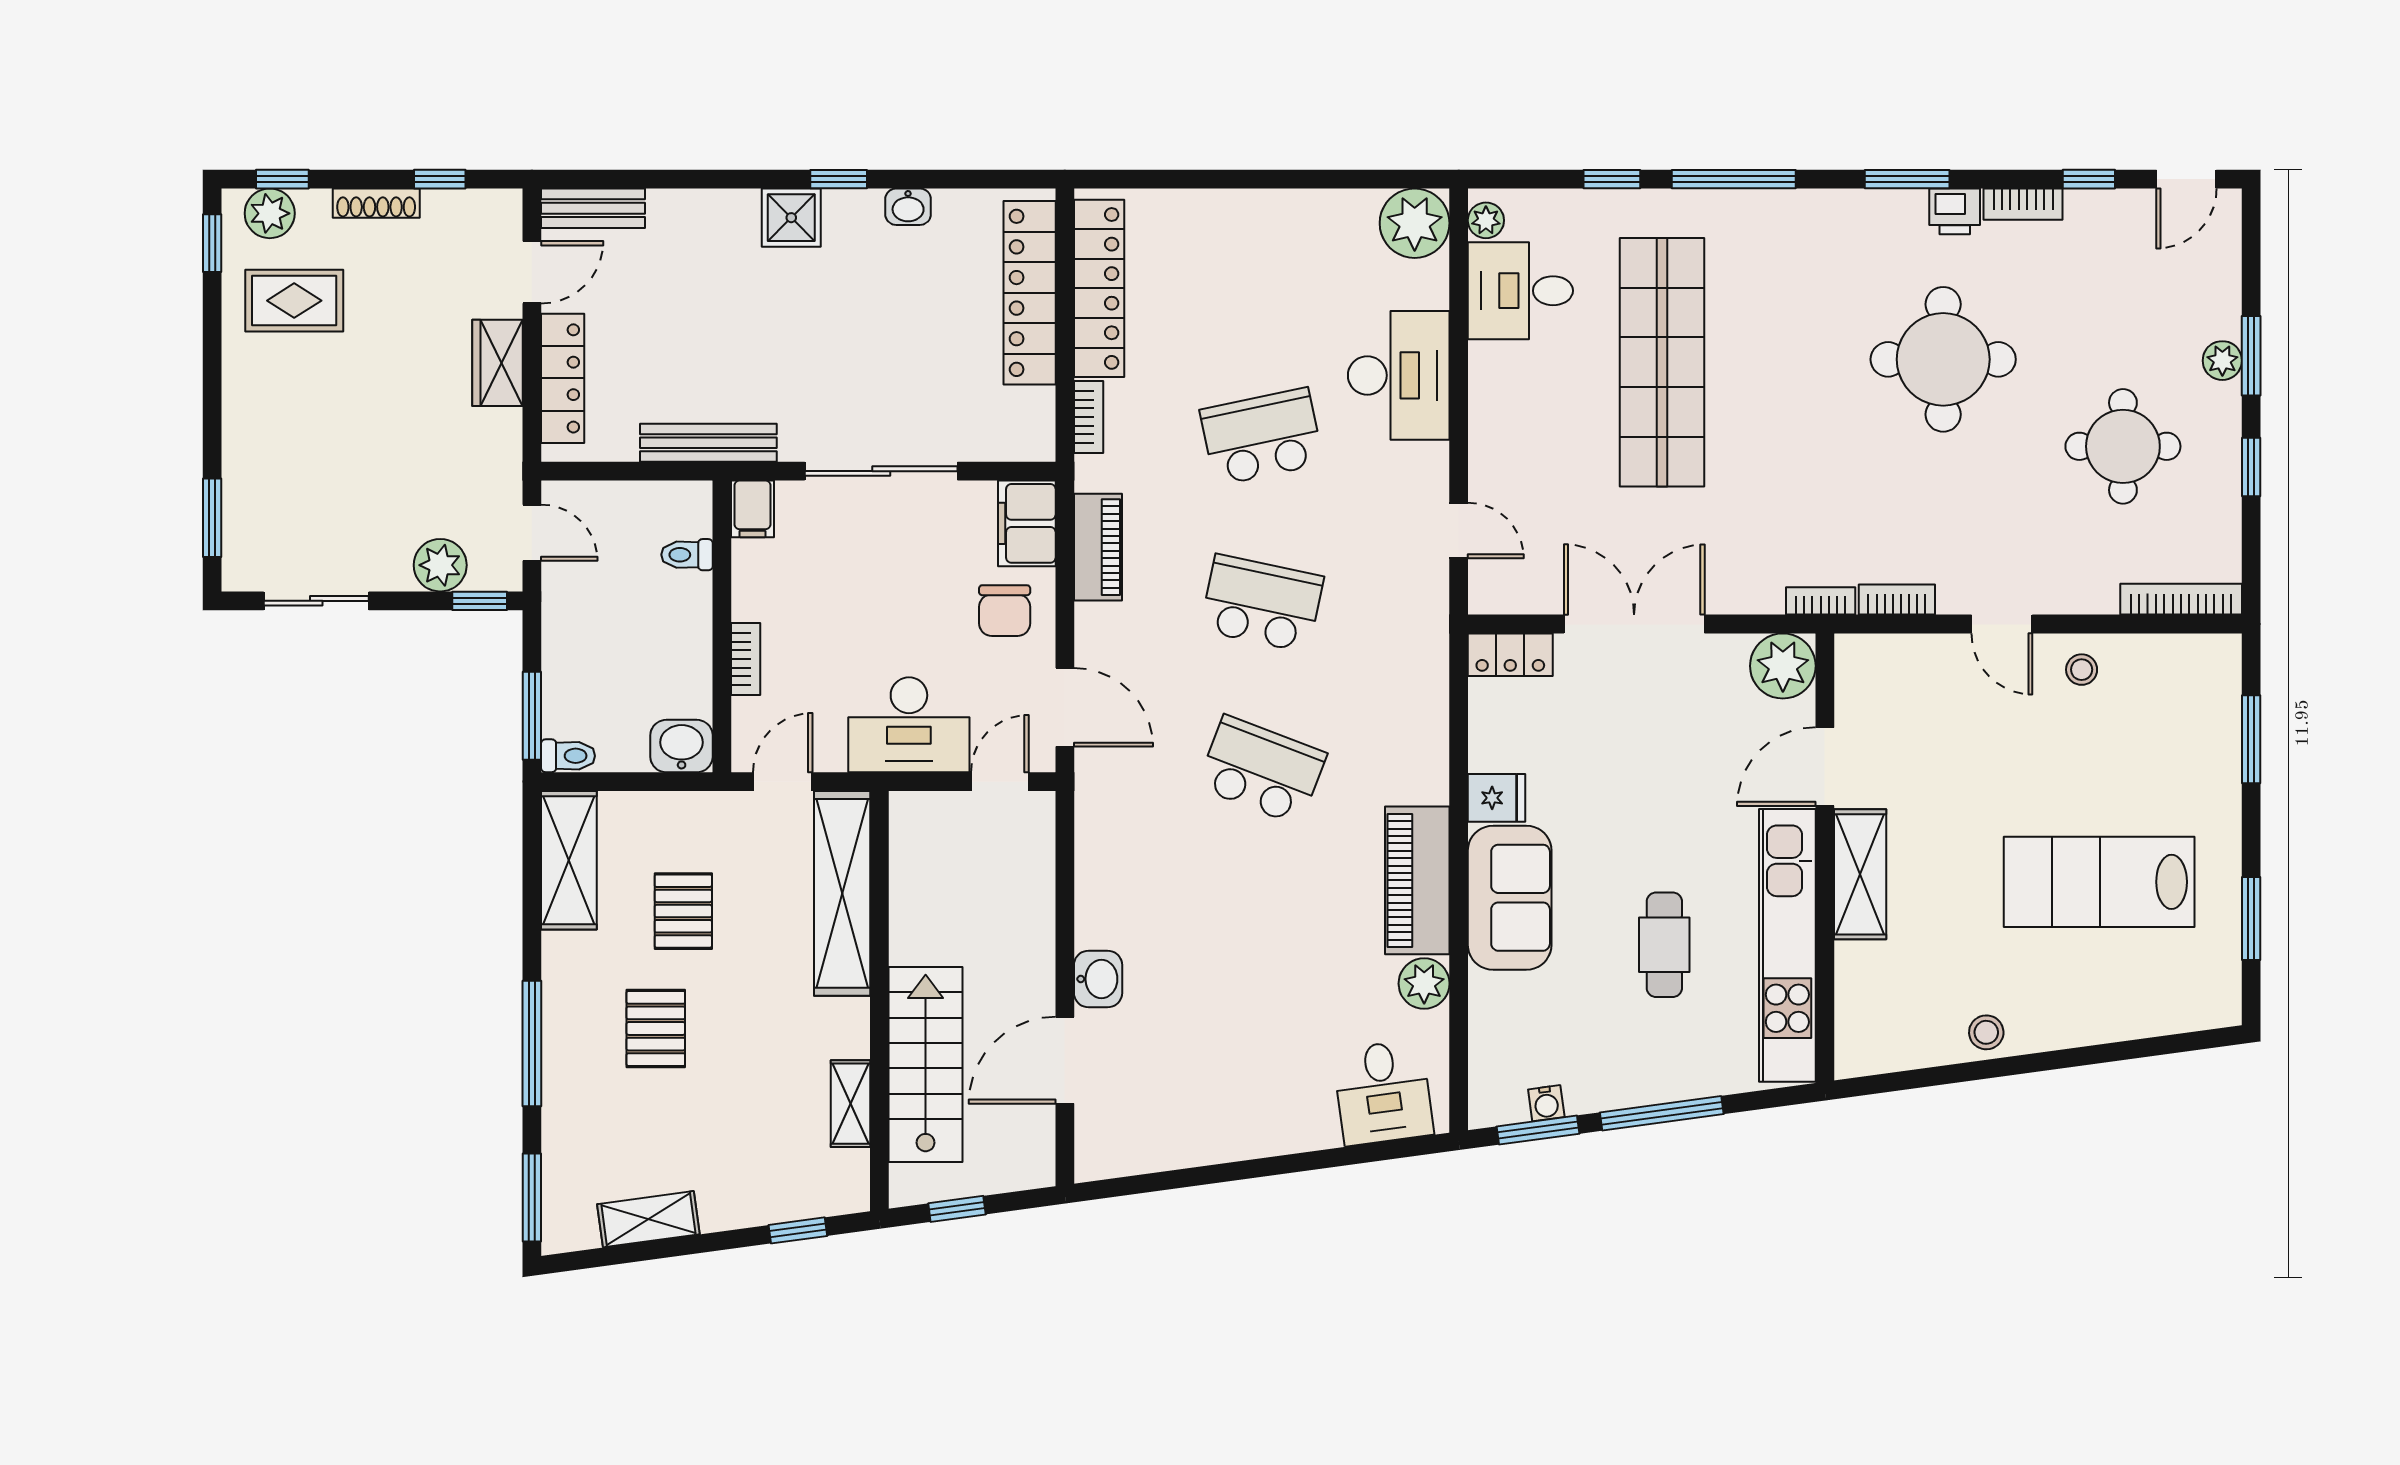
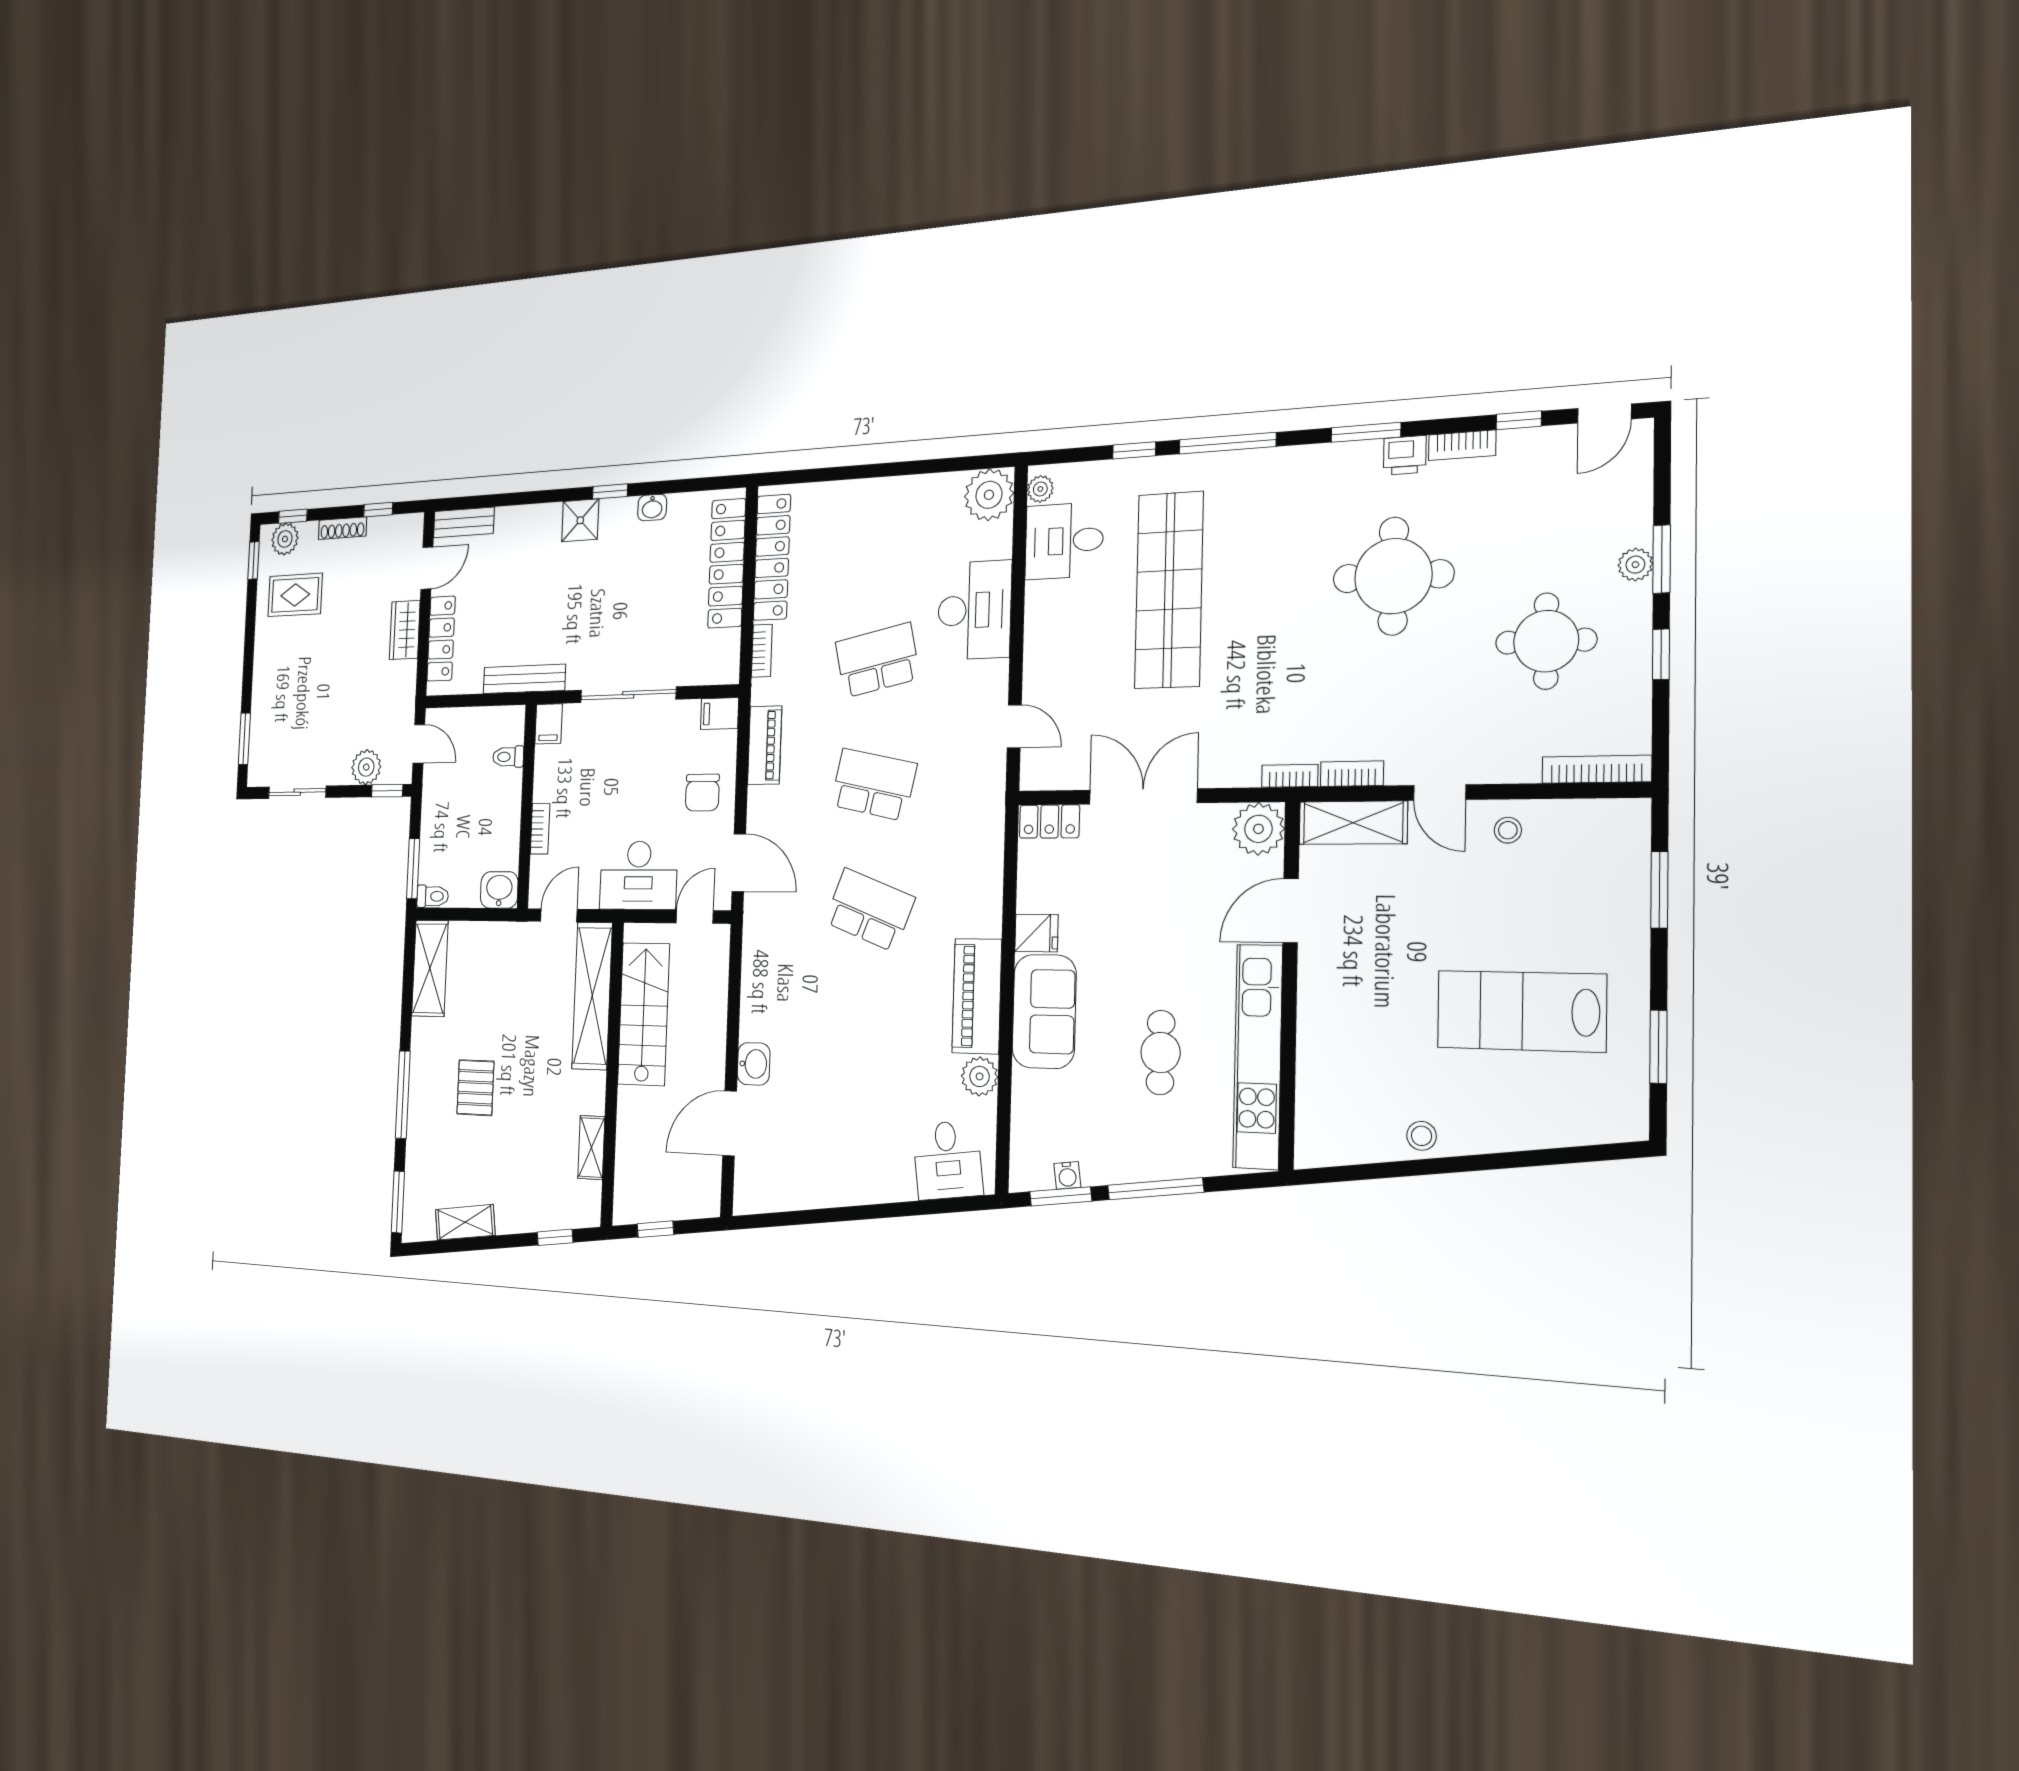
filing cabinet: (1027, 523) -> (720, 714), width x0.50
shelving: (1860, 874) -> (1353, 823), moved, turned 90
pallet: (683, 911) -> (495, 1006), removed
stairs: (926, 1065) -> (644, 1014), moved

